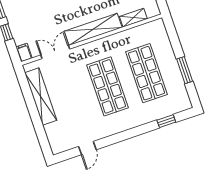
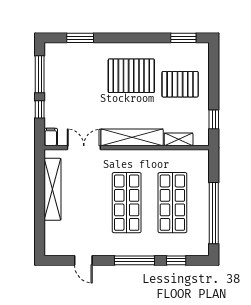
window: (185, 70) -> (214, 213), width x2.11
window: (131, 133) -> (135, 260), added
door: (87, 148) -> (83, 260), hinge flipped

